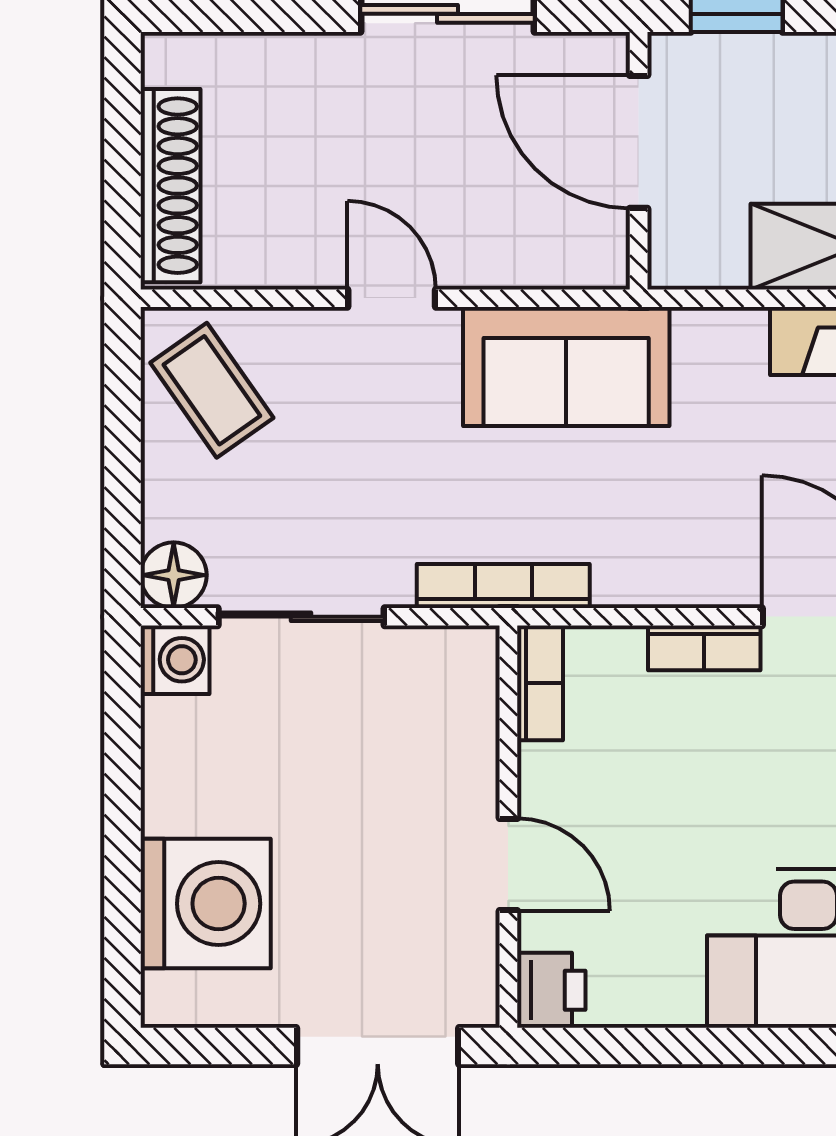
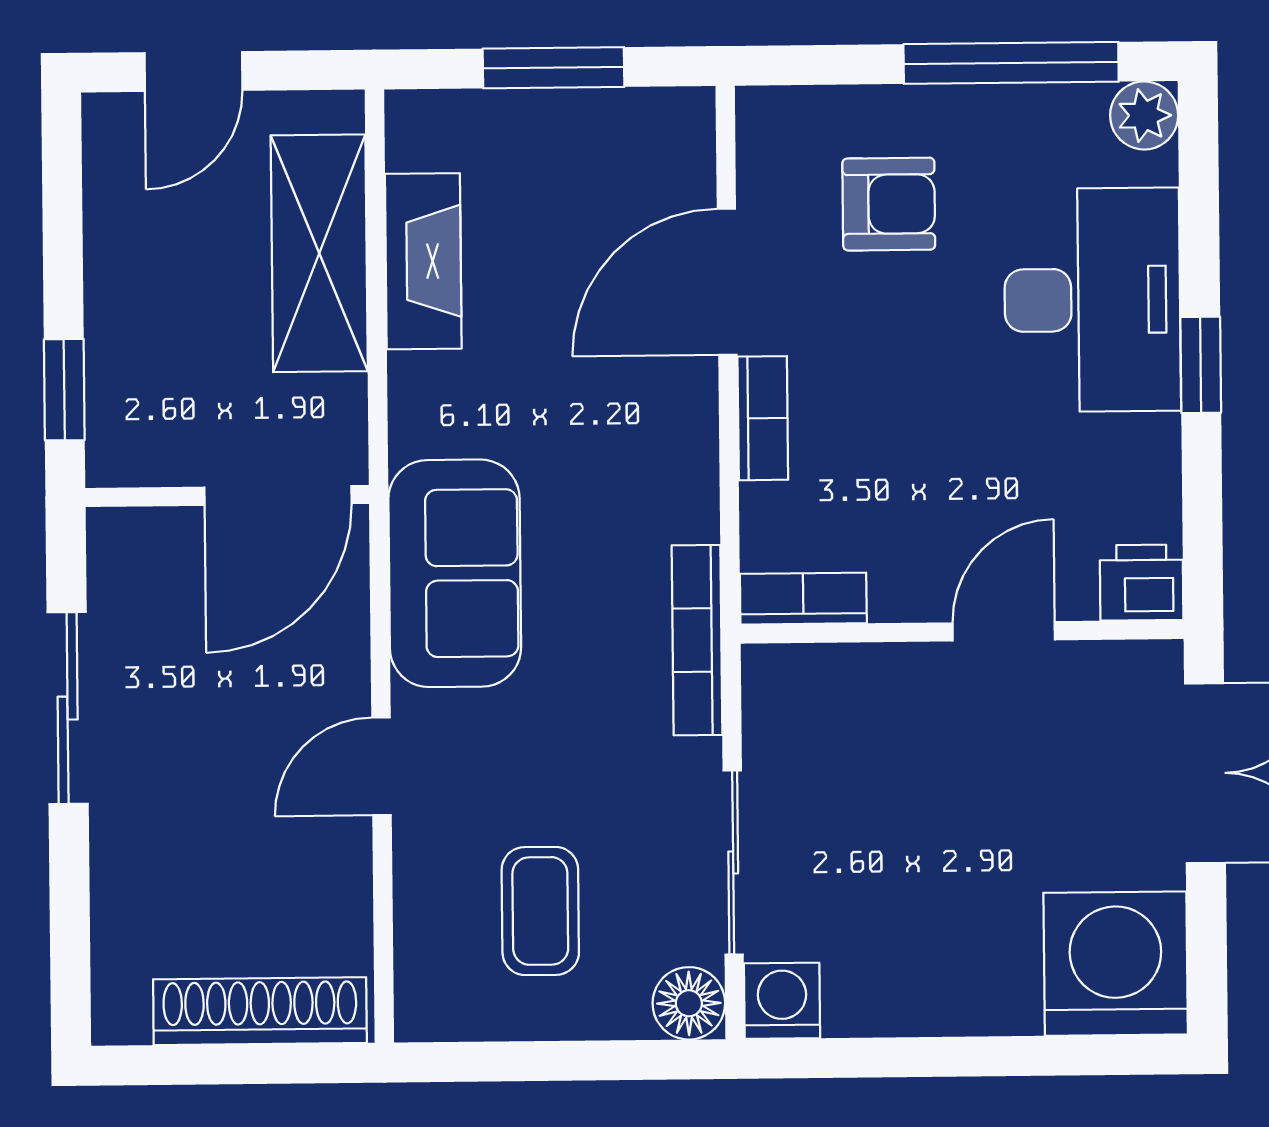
door: (639, 142) -> (278, 495), moved
coffee table: (212, 390) -> (540, 911), moved, turned -55
washing machine: (206, 904) -> (1116, 964), moved
window: (748, 1046) -> (1201, 365), added

